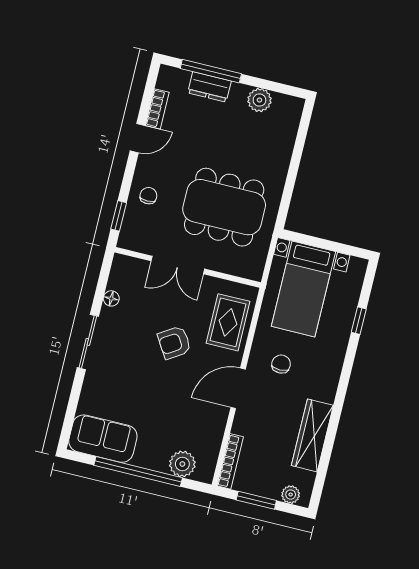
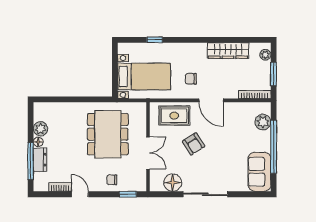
floor lamp: (239, 91) -> (38, 142), added
floor lamp: (111, 298) -> (173, 183), width x1.89, depth x1.89
sliding door: (88, 342) -> (205, 194), width x1.37

